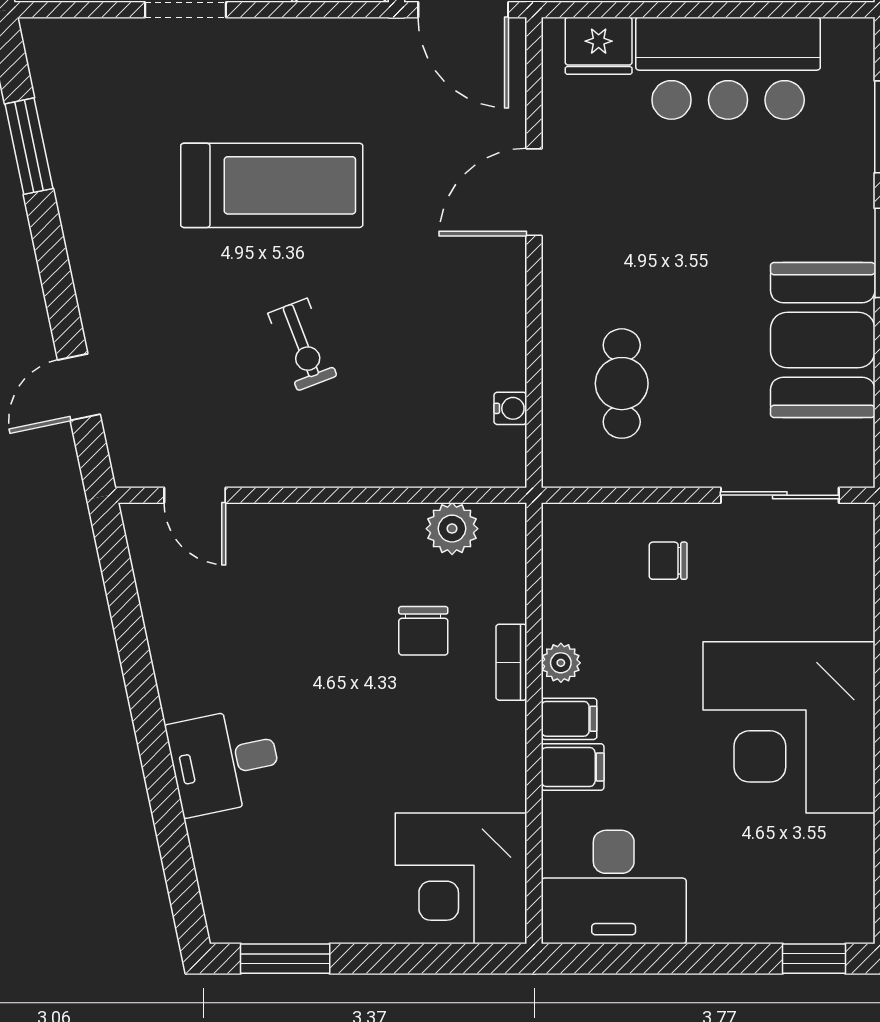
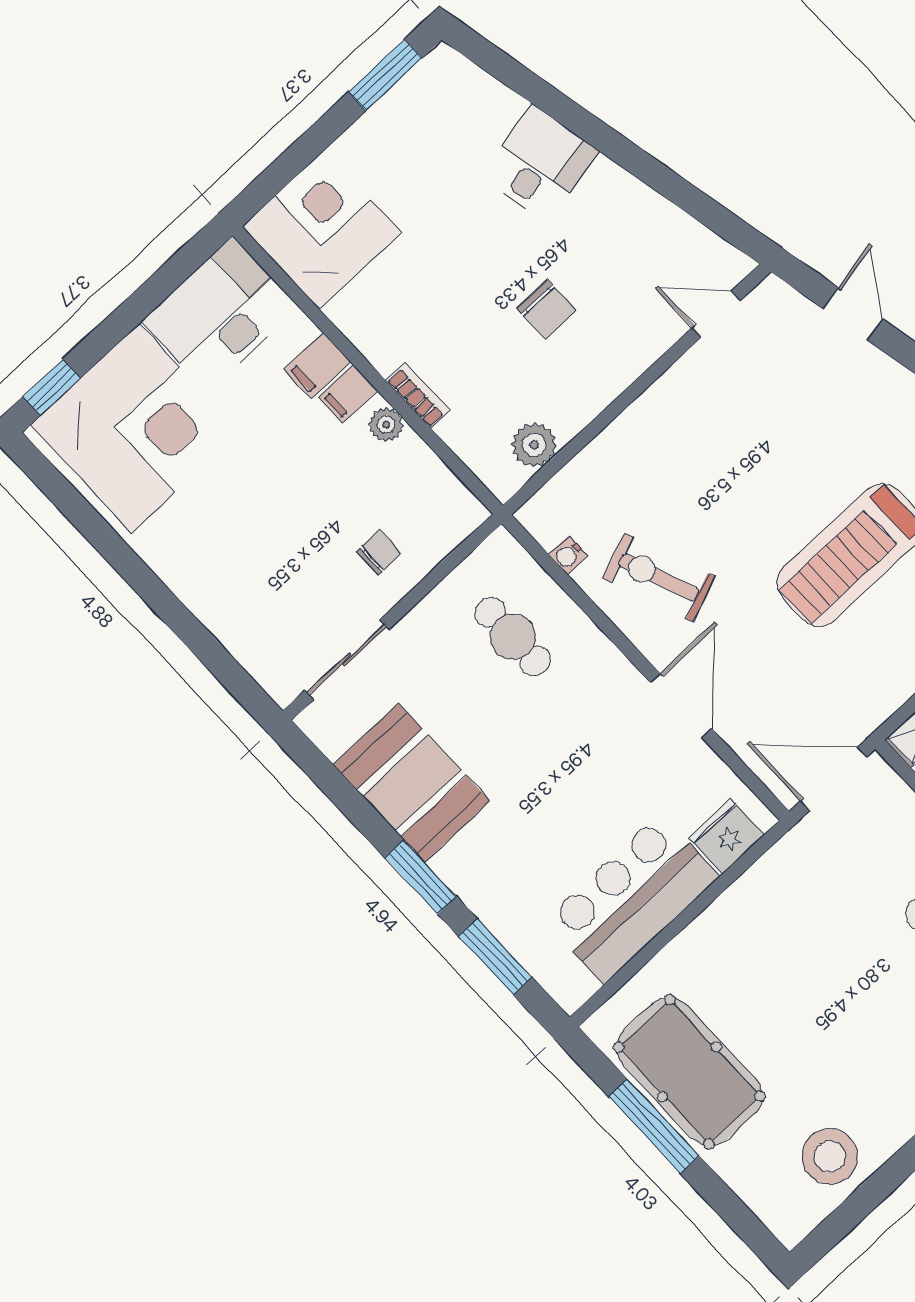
exercise bike: (302, 345) -> (659, 577), moved, width x1.38, depth x1.39
chair: (423, 631) -> (547, 309), moved, turned 180
corner desk: (789, 727) -> (135, 428), moved, turned 90

